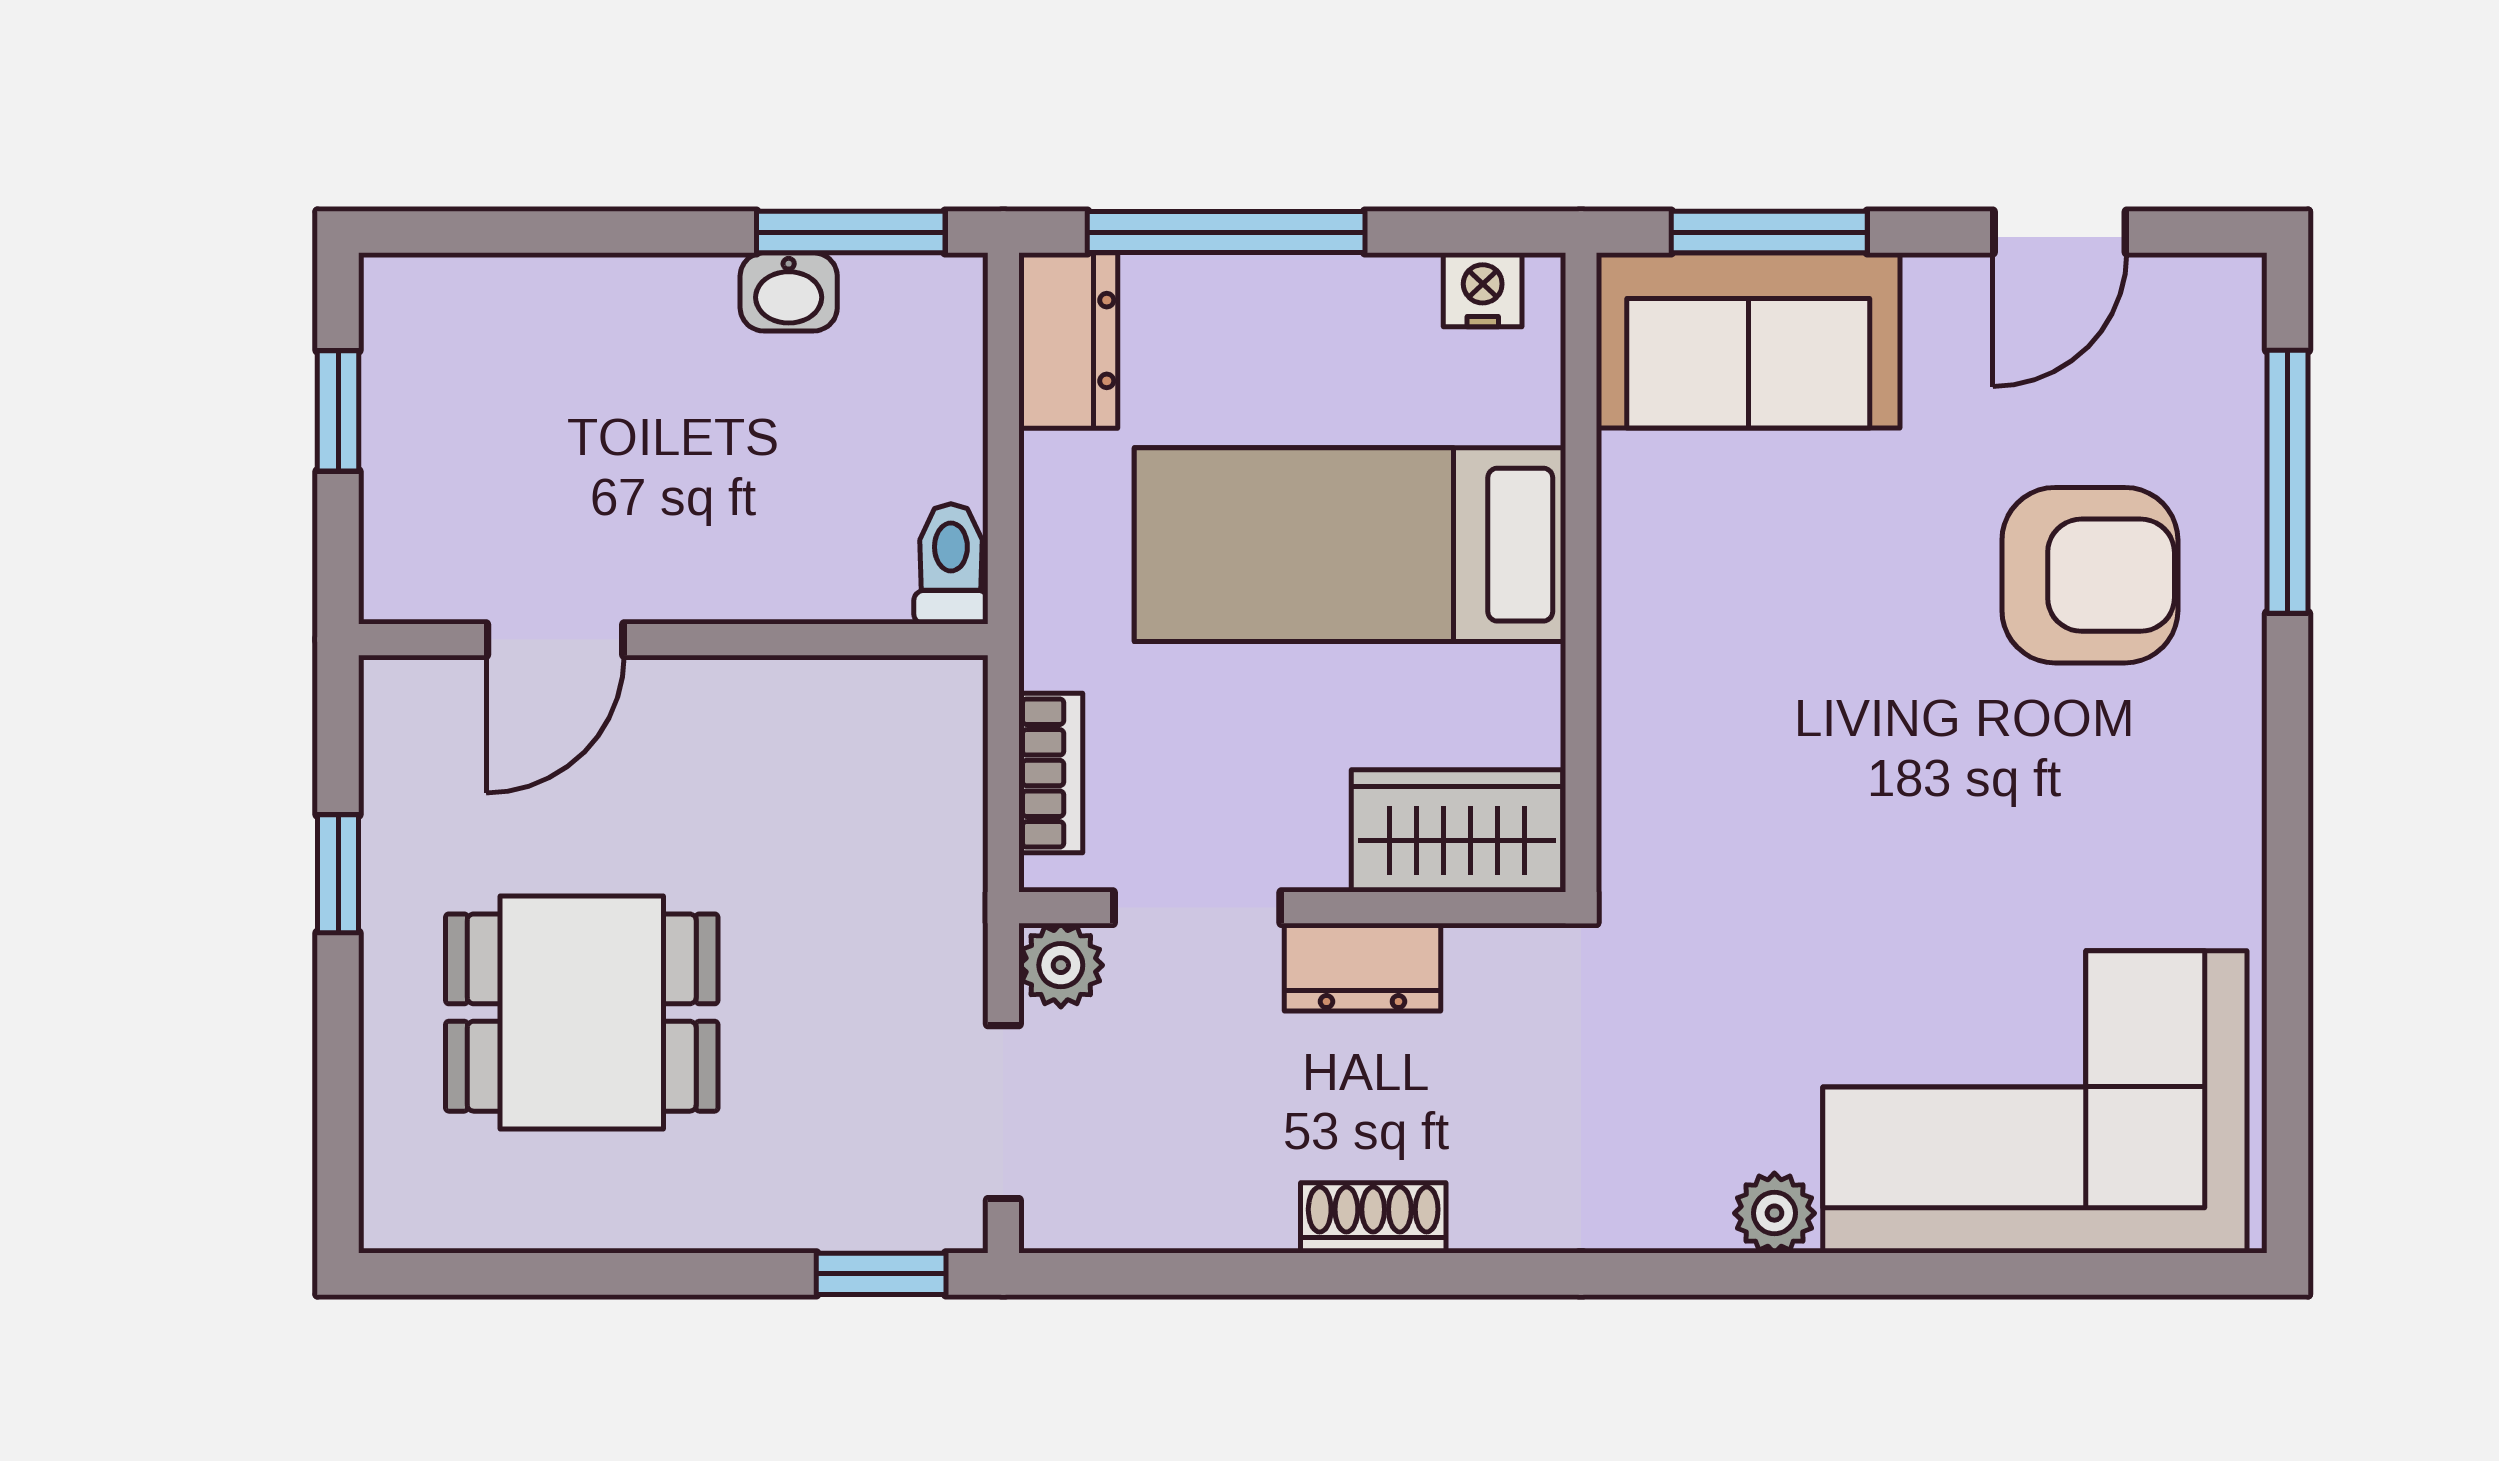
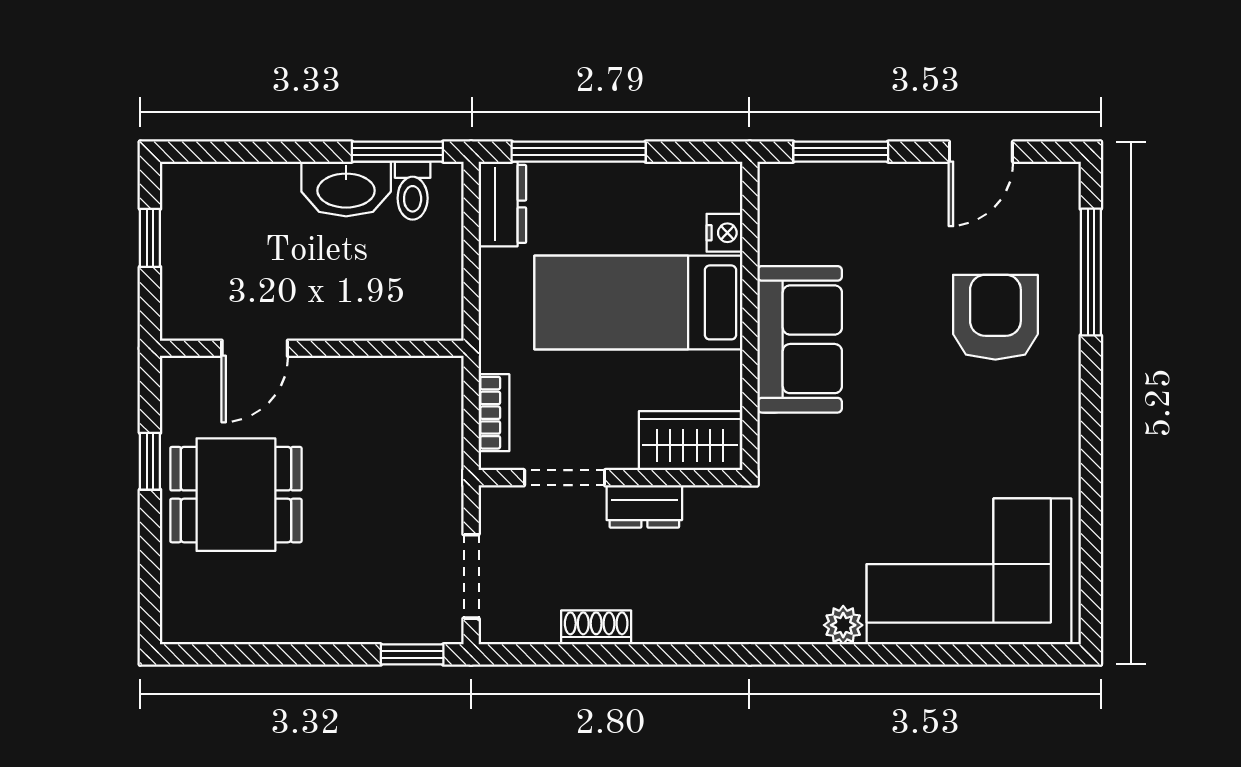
nightstand: (1483, 290) -> (724, 233), moved, turned 90
washbasin: (789, 292) -> (346, 189), width x1.91, depth x1.45
sofa: (1748, 340) -> (800, 339), moved, turned -90
toilet: (951, 564) -> (413, 191), moved, turned 180
armchair: (2090, 575) -> (995, 317), turned -90
plant: (1061, 965) -> (499, 505), removed
dining table: (582, 1013) -> (236, 495), moved
shoe rack: (1373, 1218) -> (596, 627), moved

